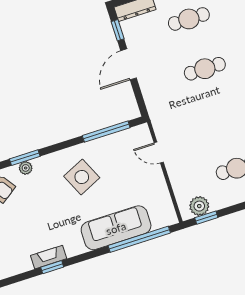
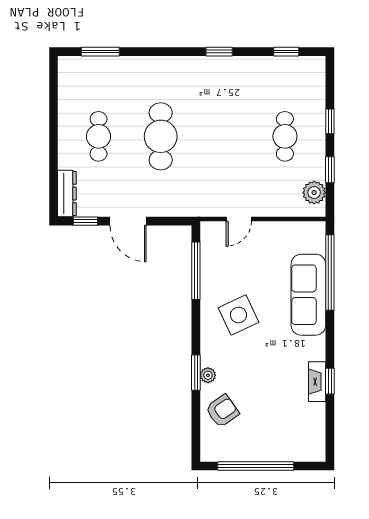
cafe table: (205, 69) -> (161, 136), width x1.37, depth x1.35
window: (206, 218) -> (330, 170), moved

